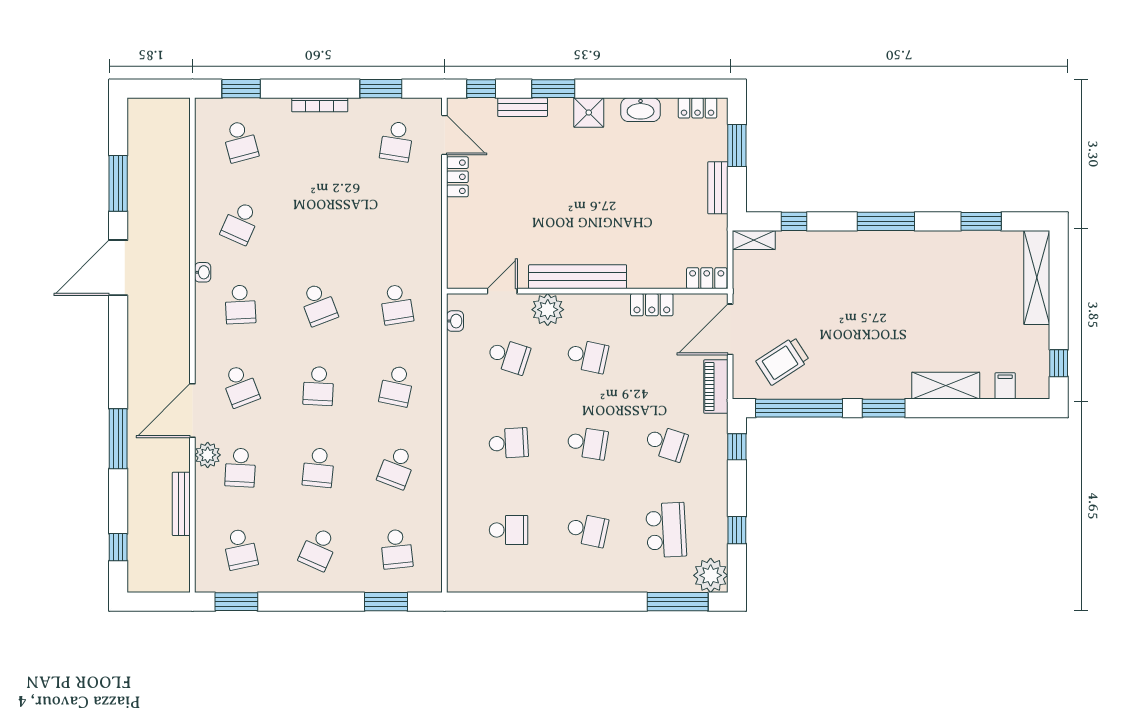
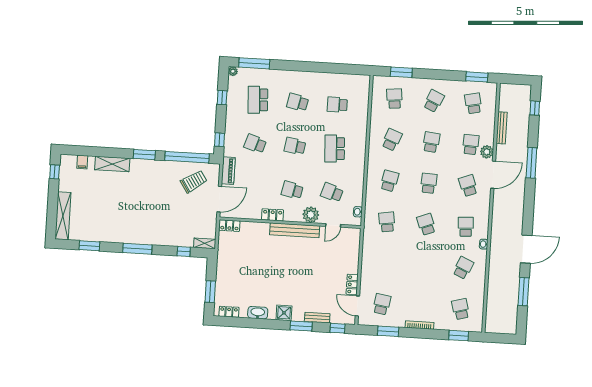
bench: (718, 188) -> (221, 271), removed
locker: (652, 305) -> (273, 215), moved
school desk: (509, 443) -> (335, 149), width x1.85
plant: (711, 575) -> (233, 71), width x0.53, depth x0.53

